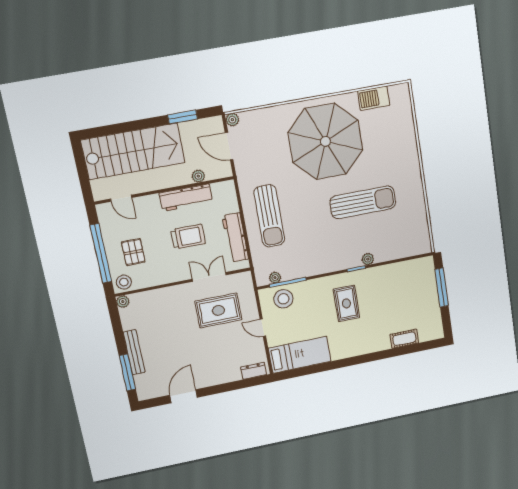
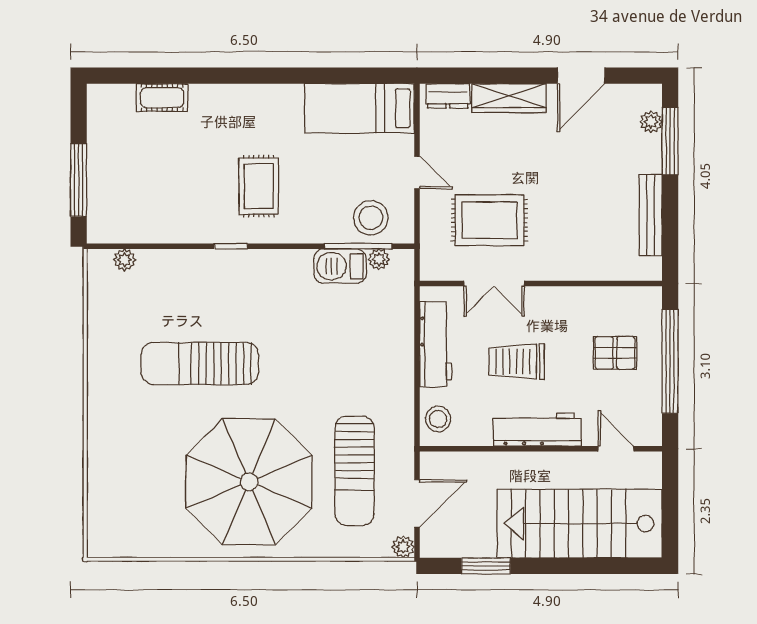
barbecue: (374, 98) -> (340, 266), moved, turned 180
door: (229, 146) -> (417, 503), hinge flipped
plant: (198, 176) -> (479, 462), removed
workbench: (186, 198) -> (537, 430), moved
sun lounger: (269, 216) -> (354, 471), moved, turned 180
pallet: (133, 252) -> (615, 353), turned 90
plant: (368, 259) -> (125, 260), moved
stool: (124, 282) -> (438, 419), moved
plant: (123, 302) -> (651, 122), moved
bench: (134, 352) -> (651, 215), moved
wardrobe: (220, 377) -> (509, 98), added

